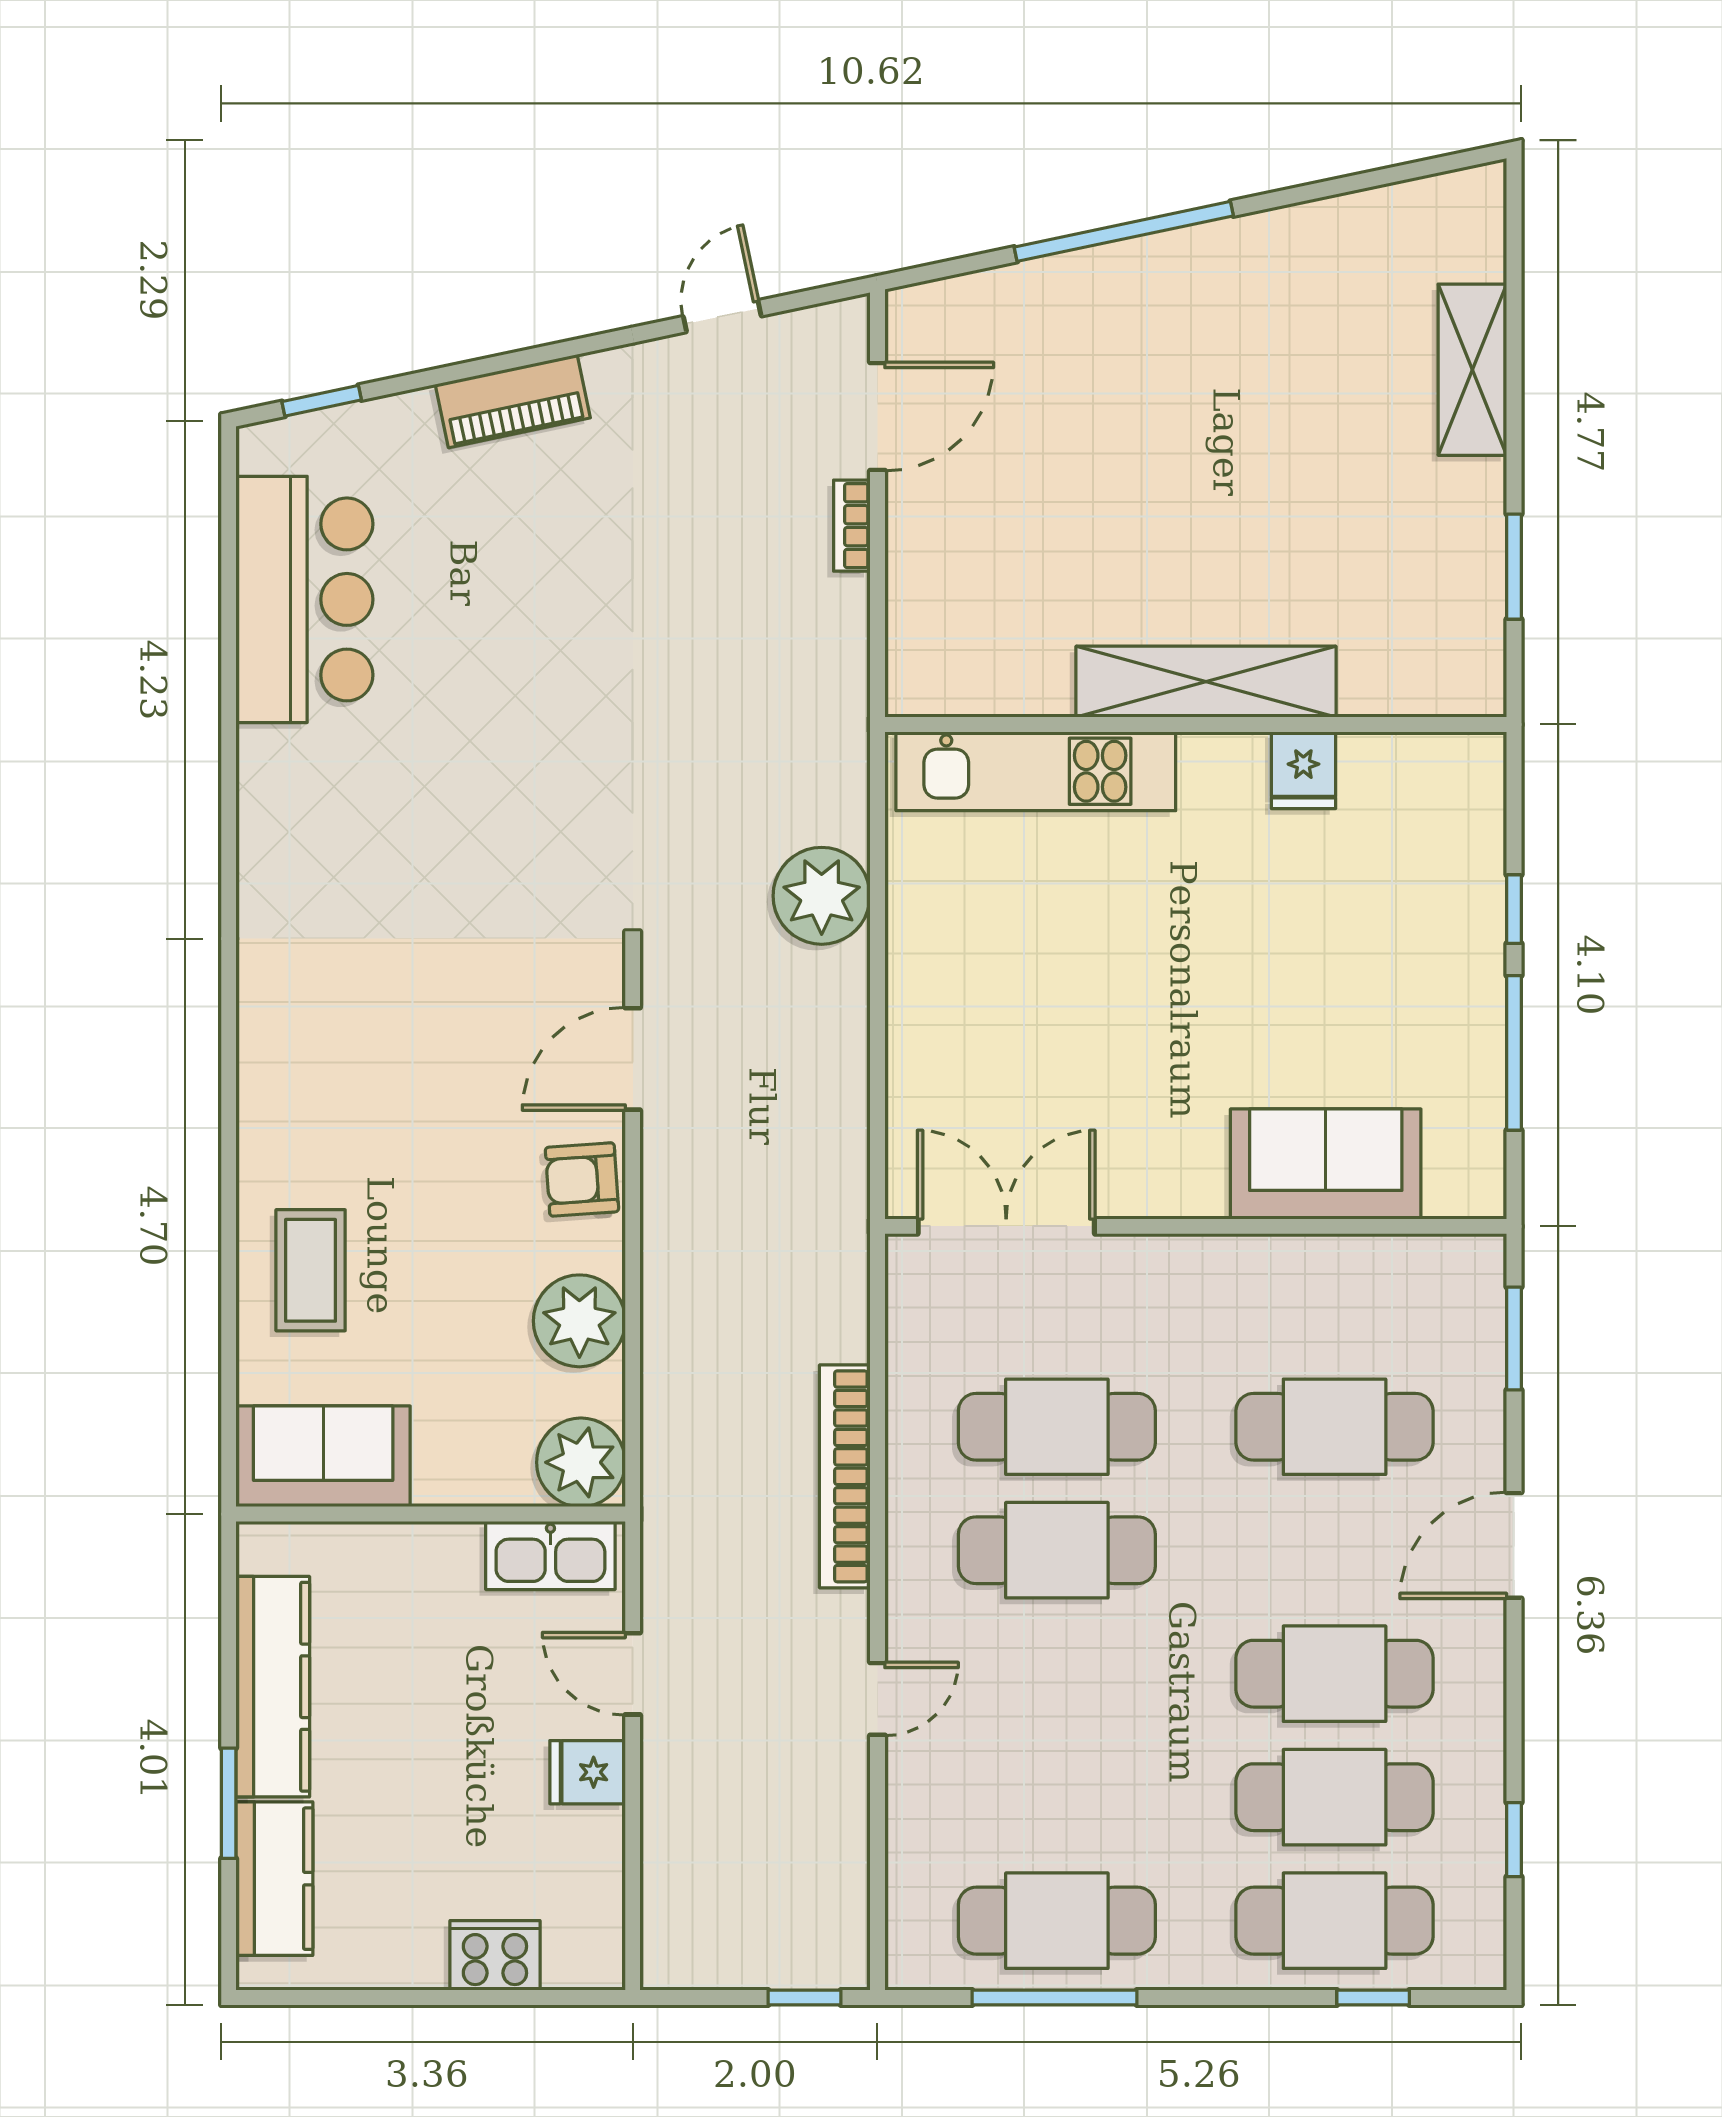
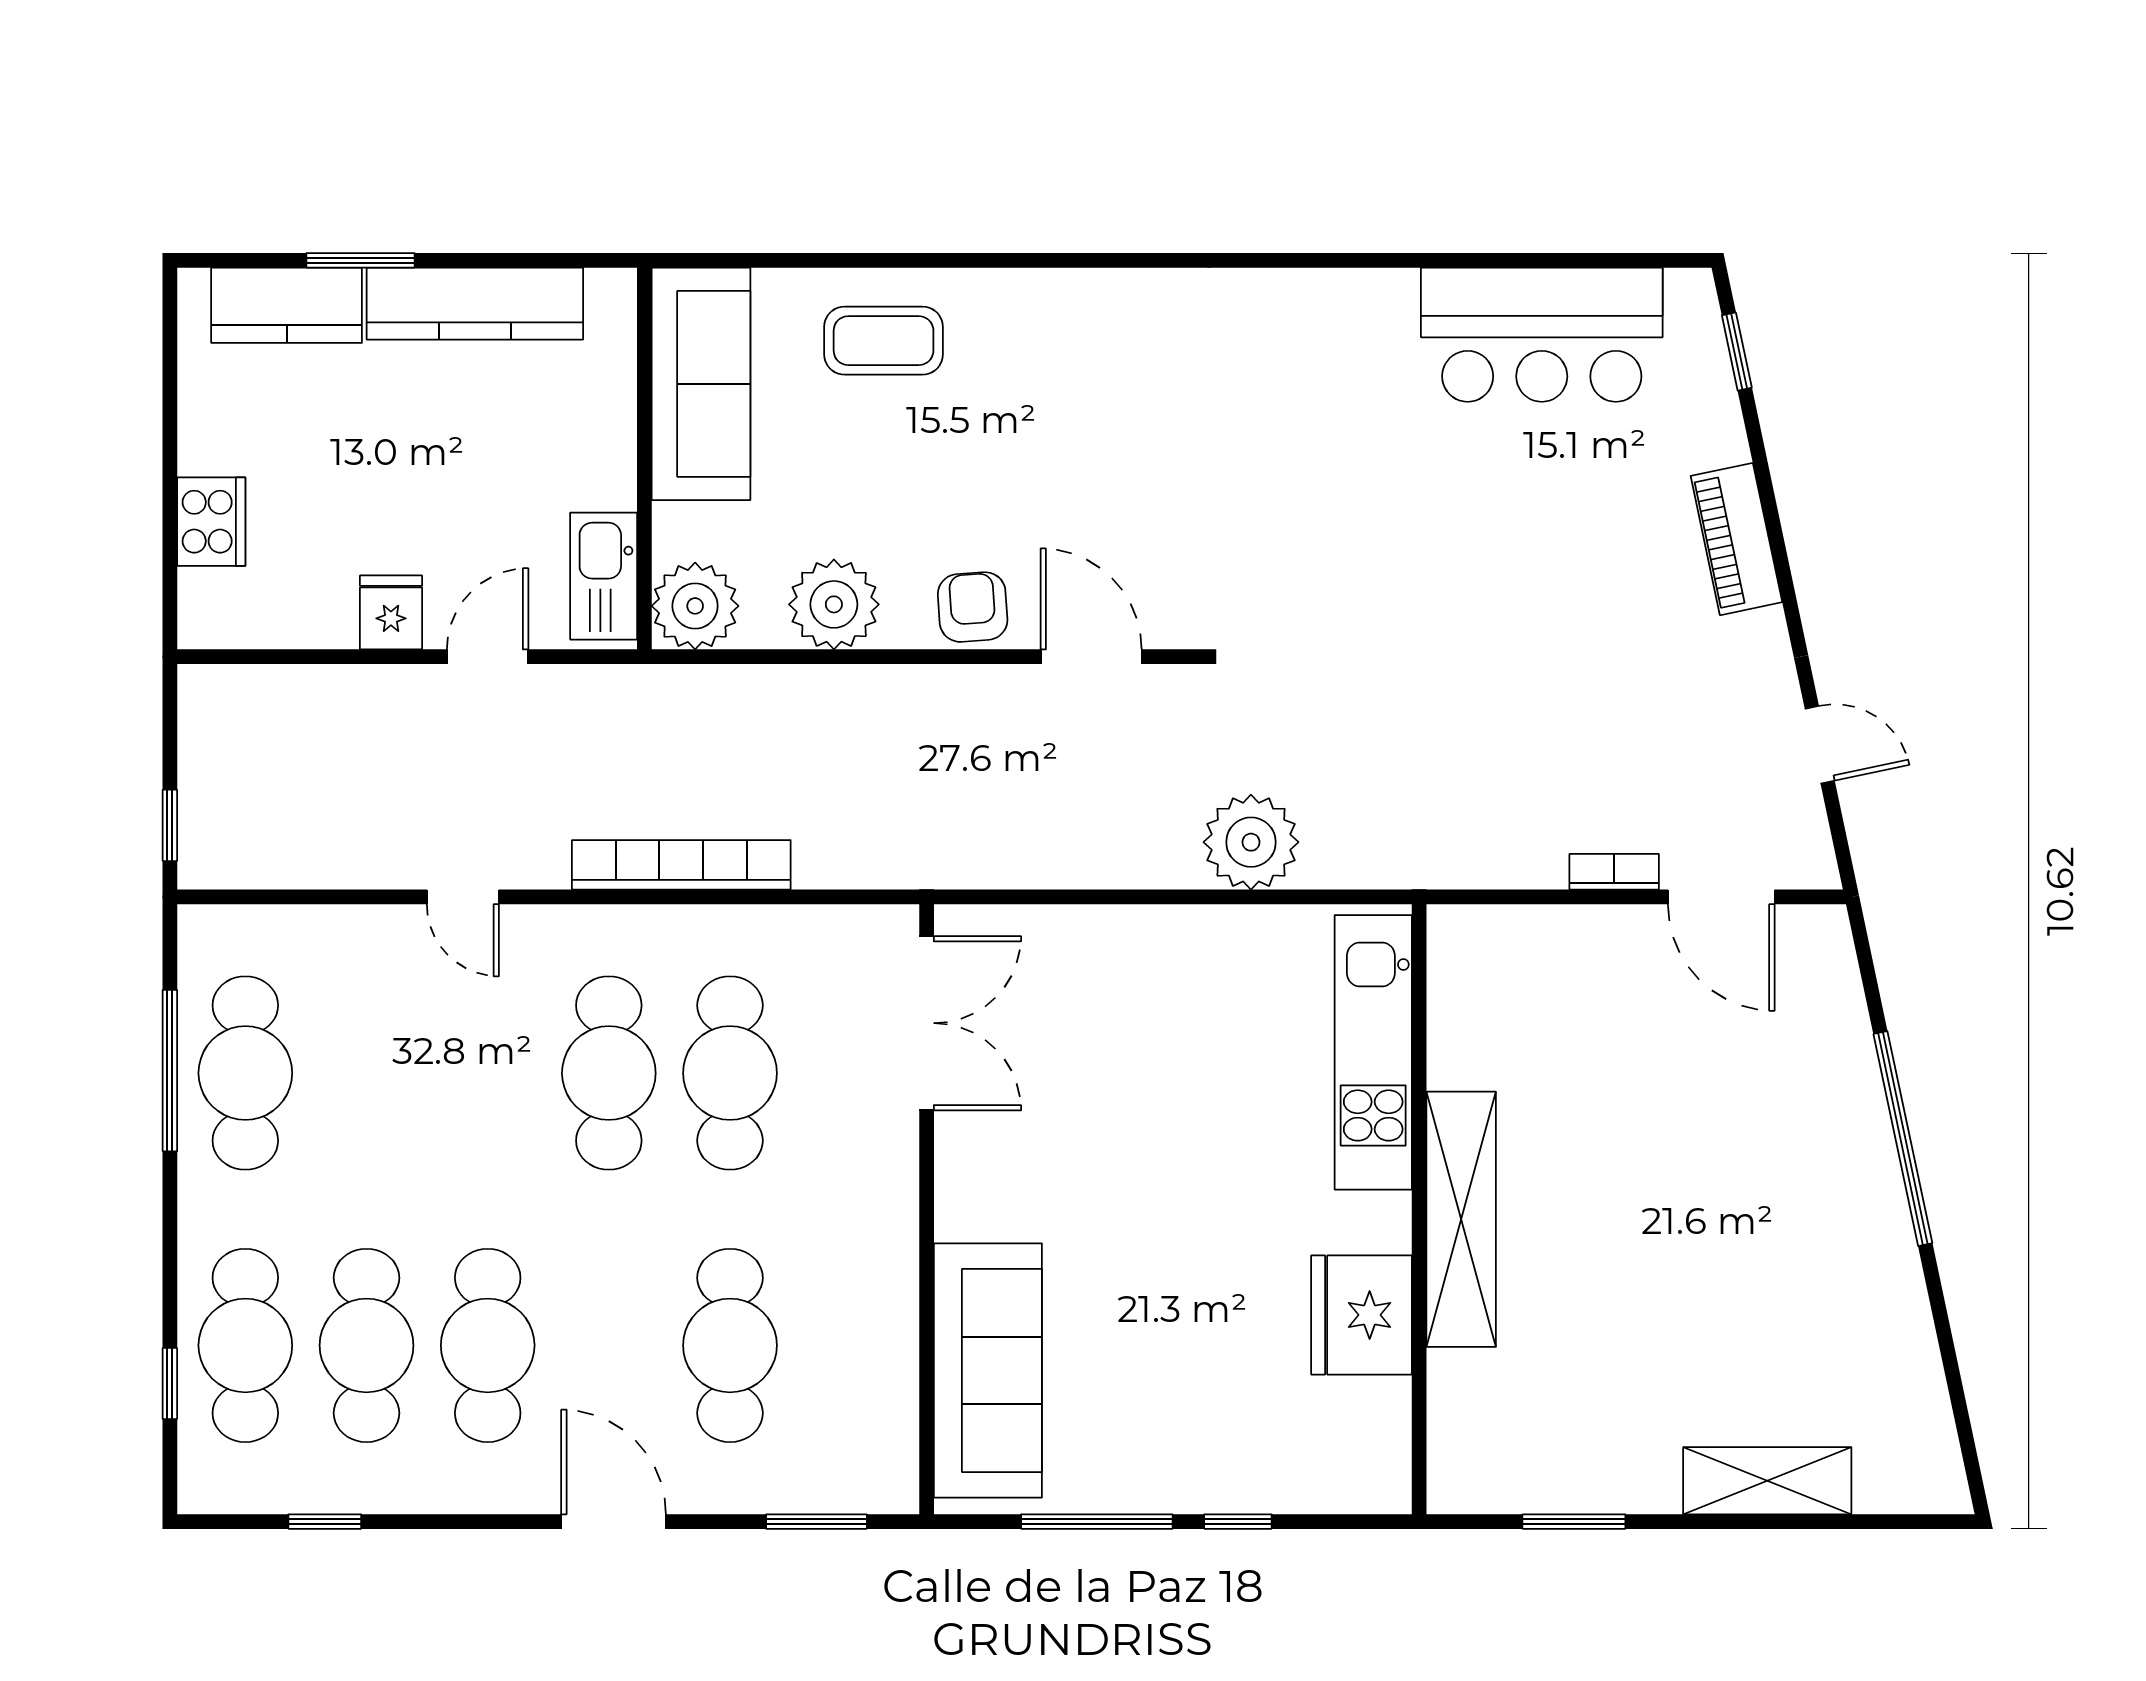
fridge: (1303, 770) -> (1361, 1315), width x1.88, depth x1.34
sofa: (1326, 1164) -> (988, 1371), width x1.36
sofa: (323, 1456) -> (701, 384), width x1.36

